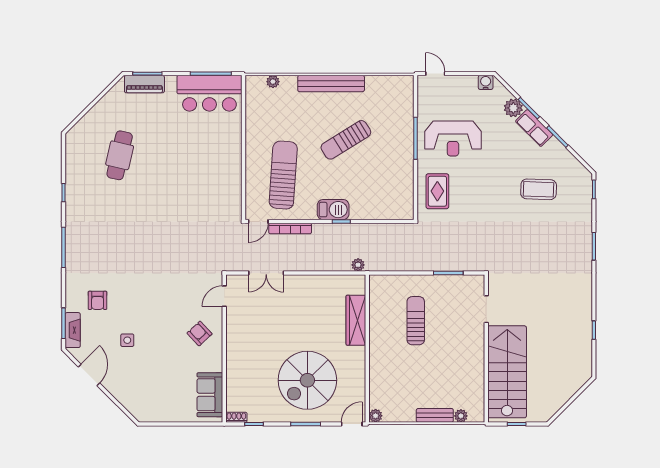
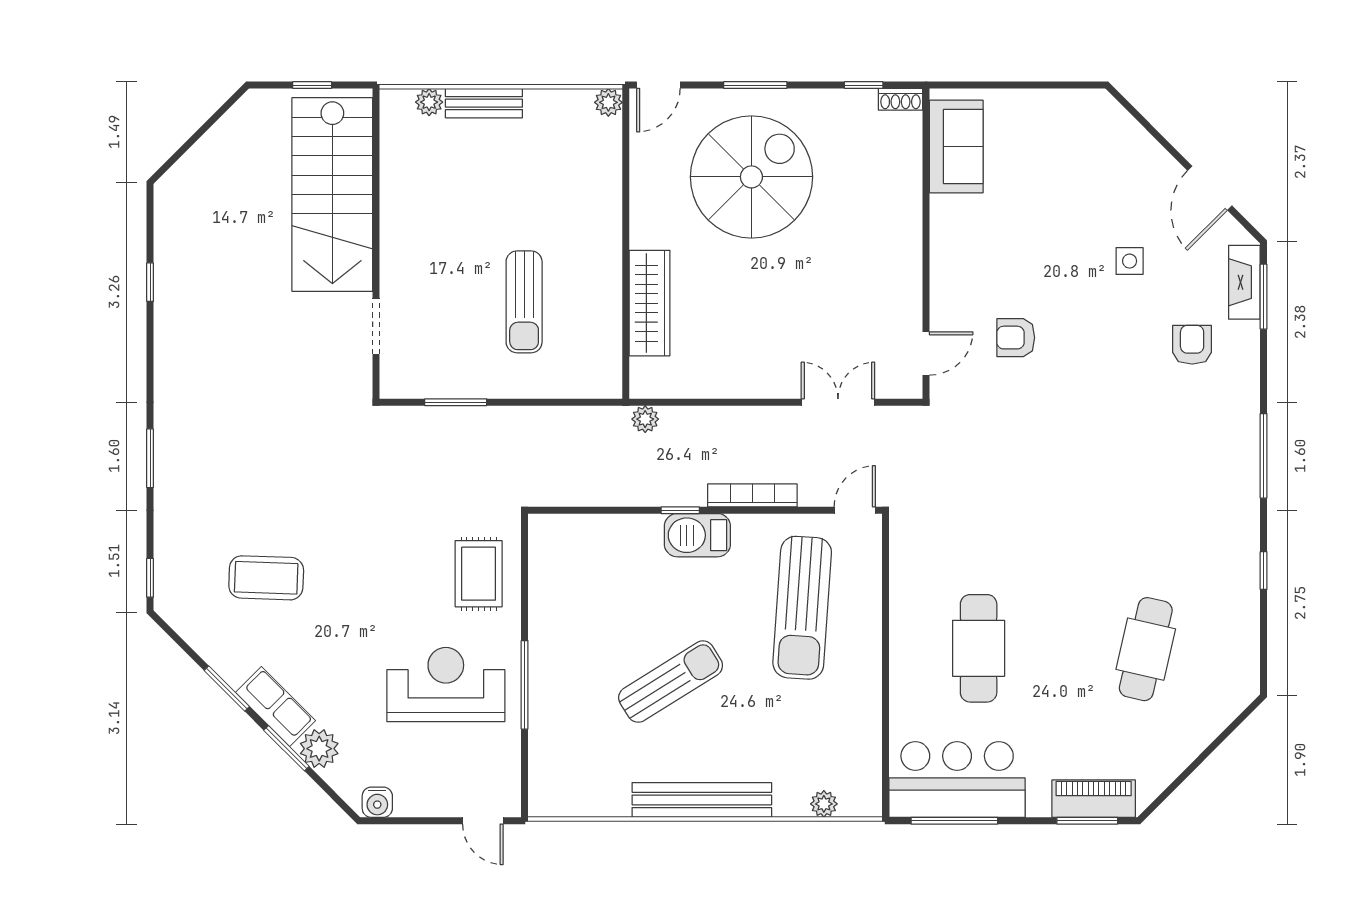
cafe table: (199, 156) -> (979, 648), added
bookcase: (290, 229) -> (752, 495), moved
armchair: (200, 333) -> (1016, 338), moved, turned 133

